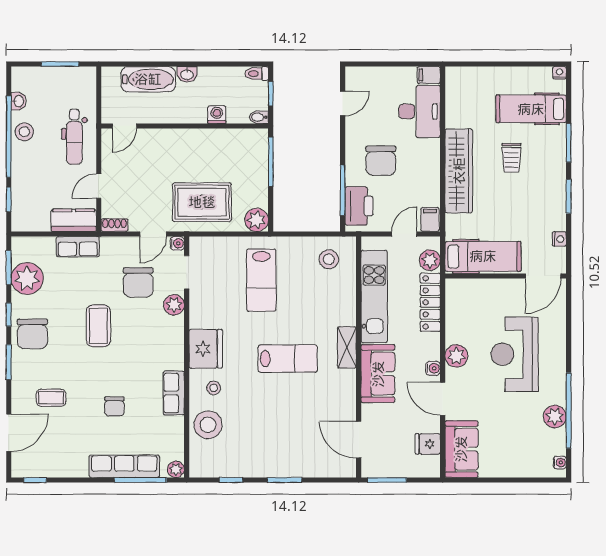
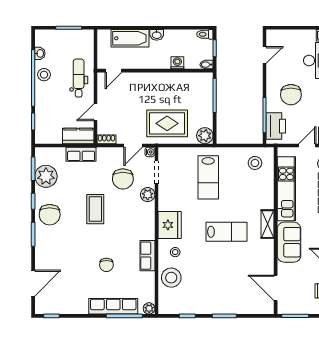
dental chair: (74, 137) -> (79, 78), turned 180
coffee table: (51, 398) -> (63, 259), removed

